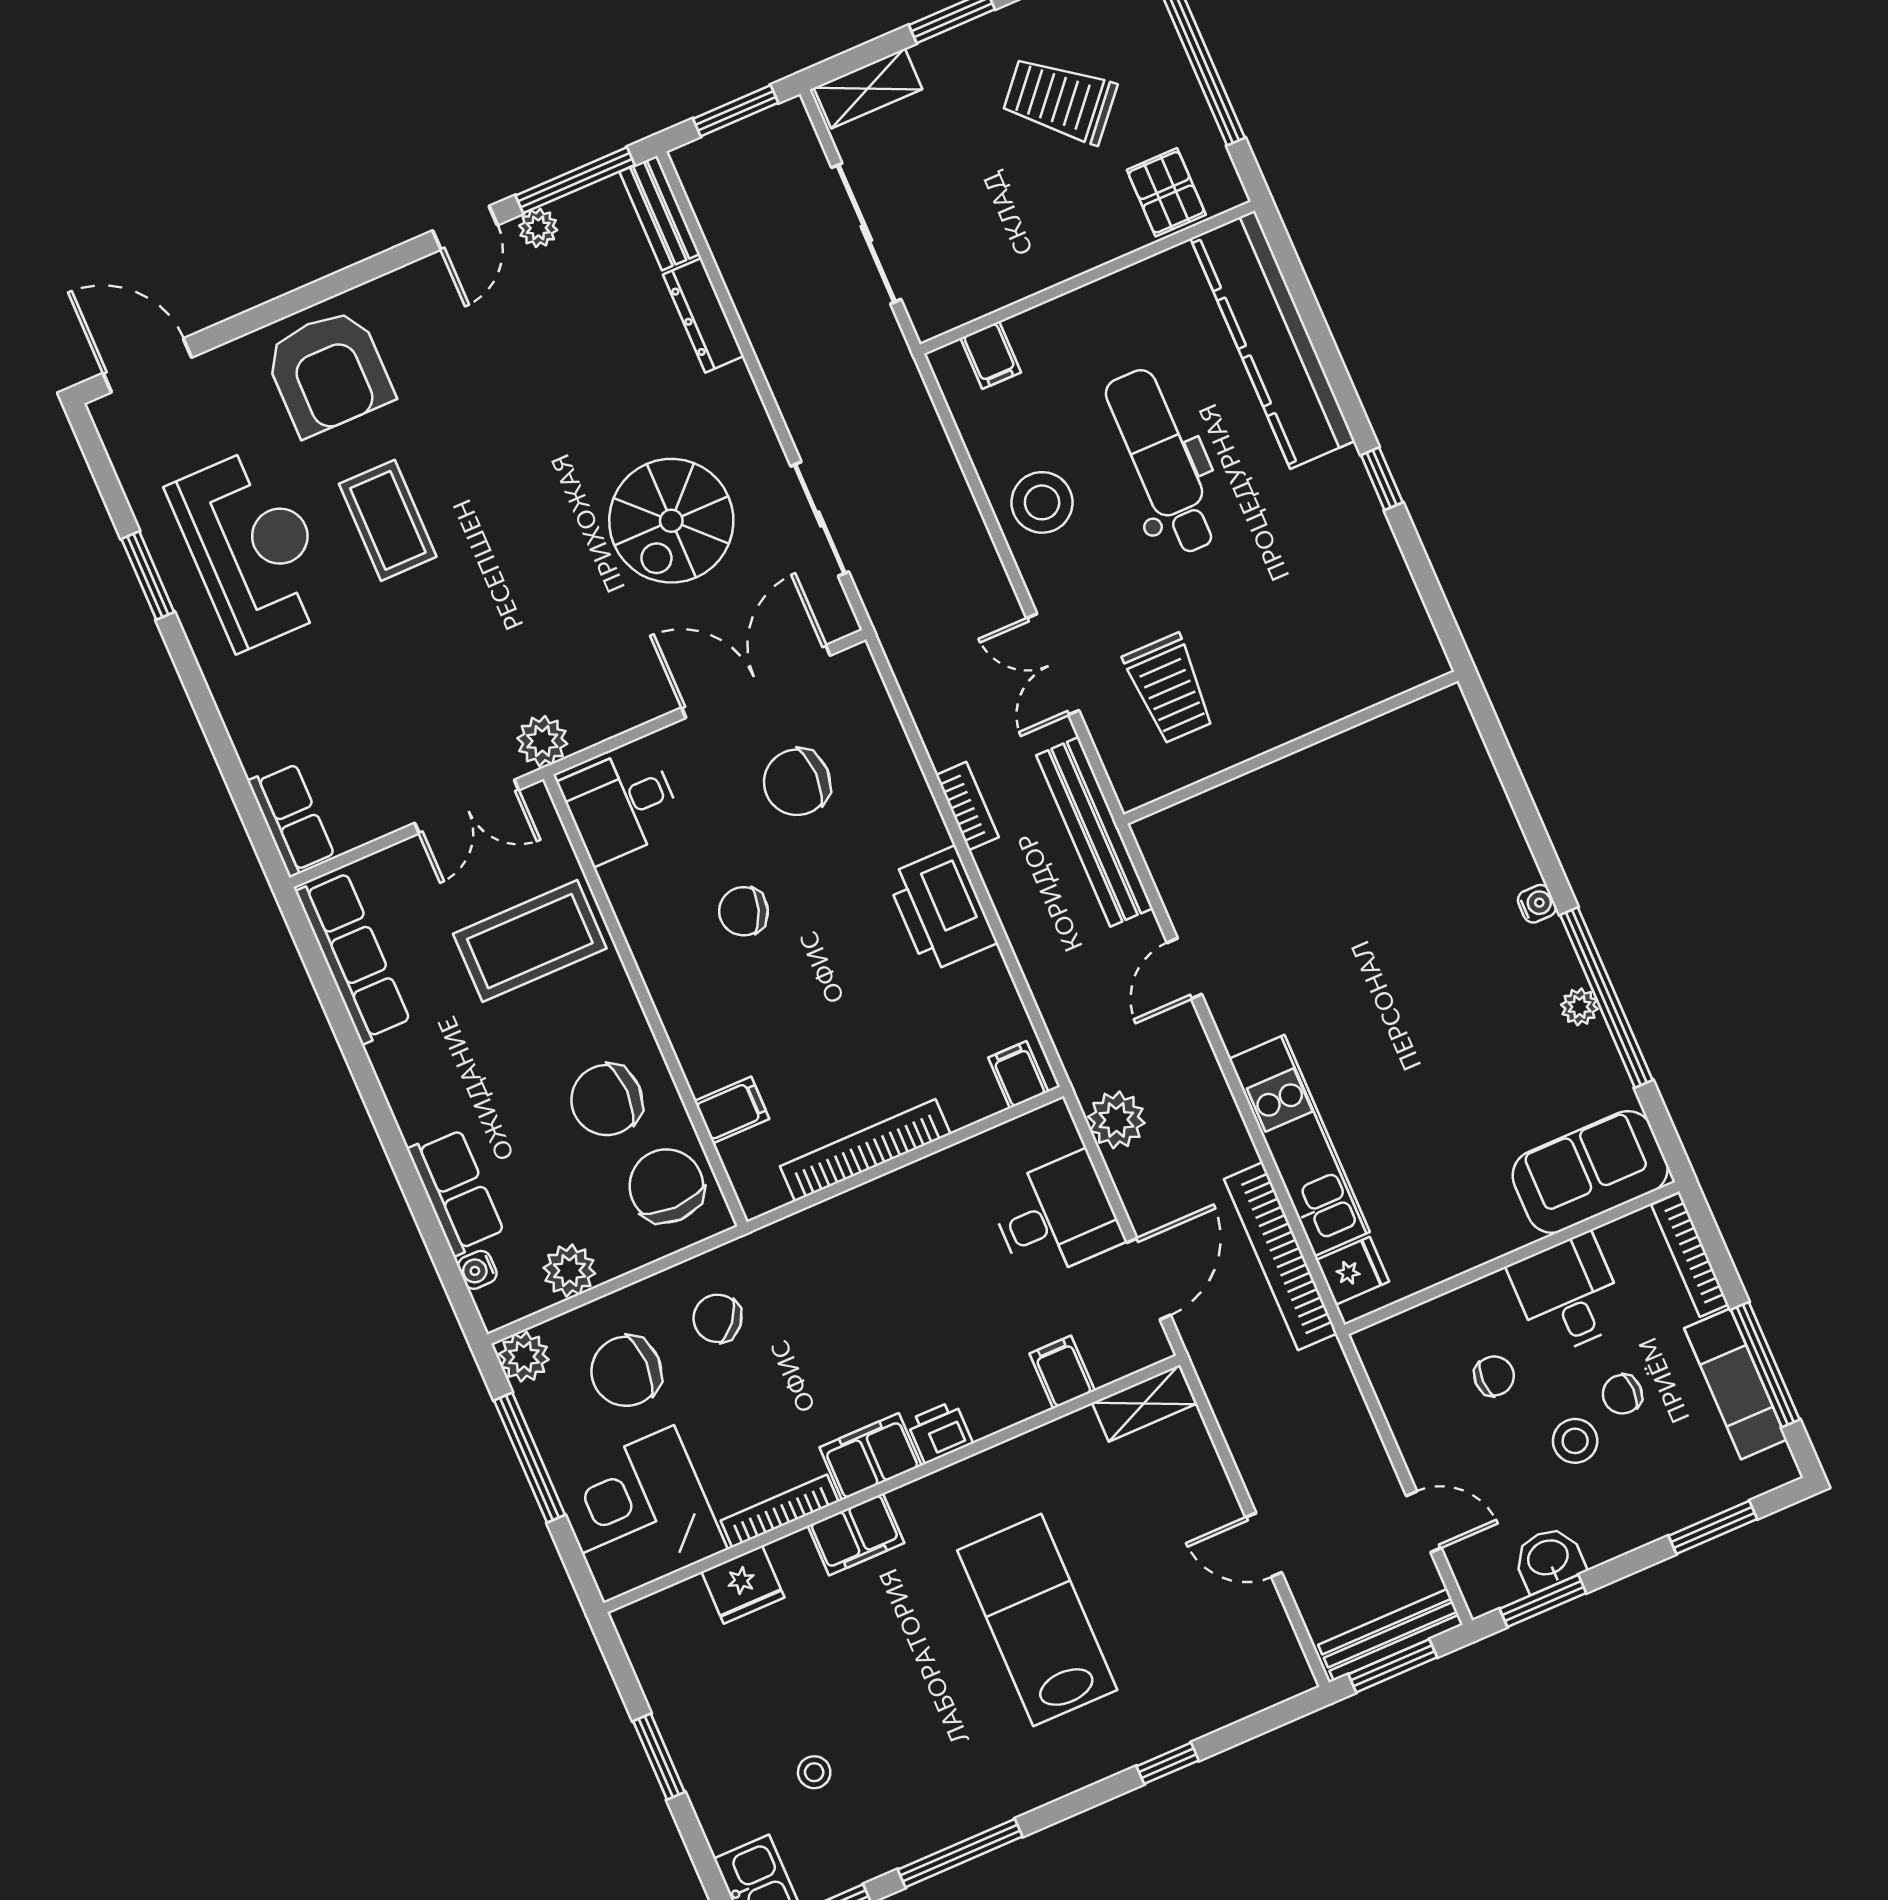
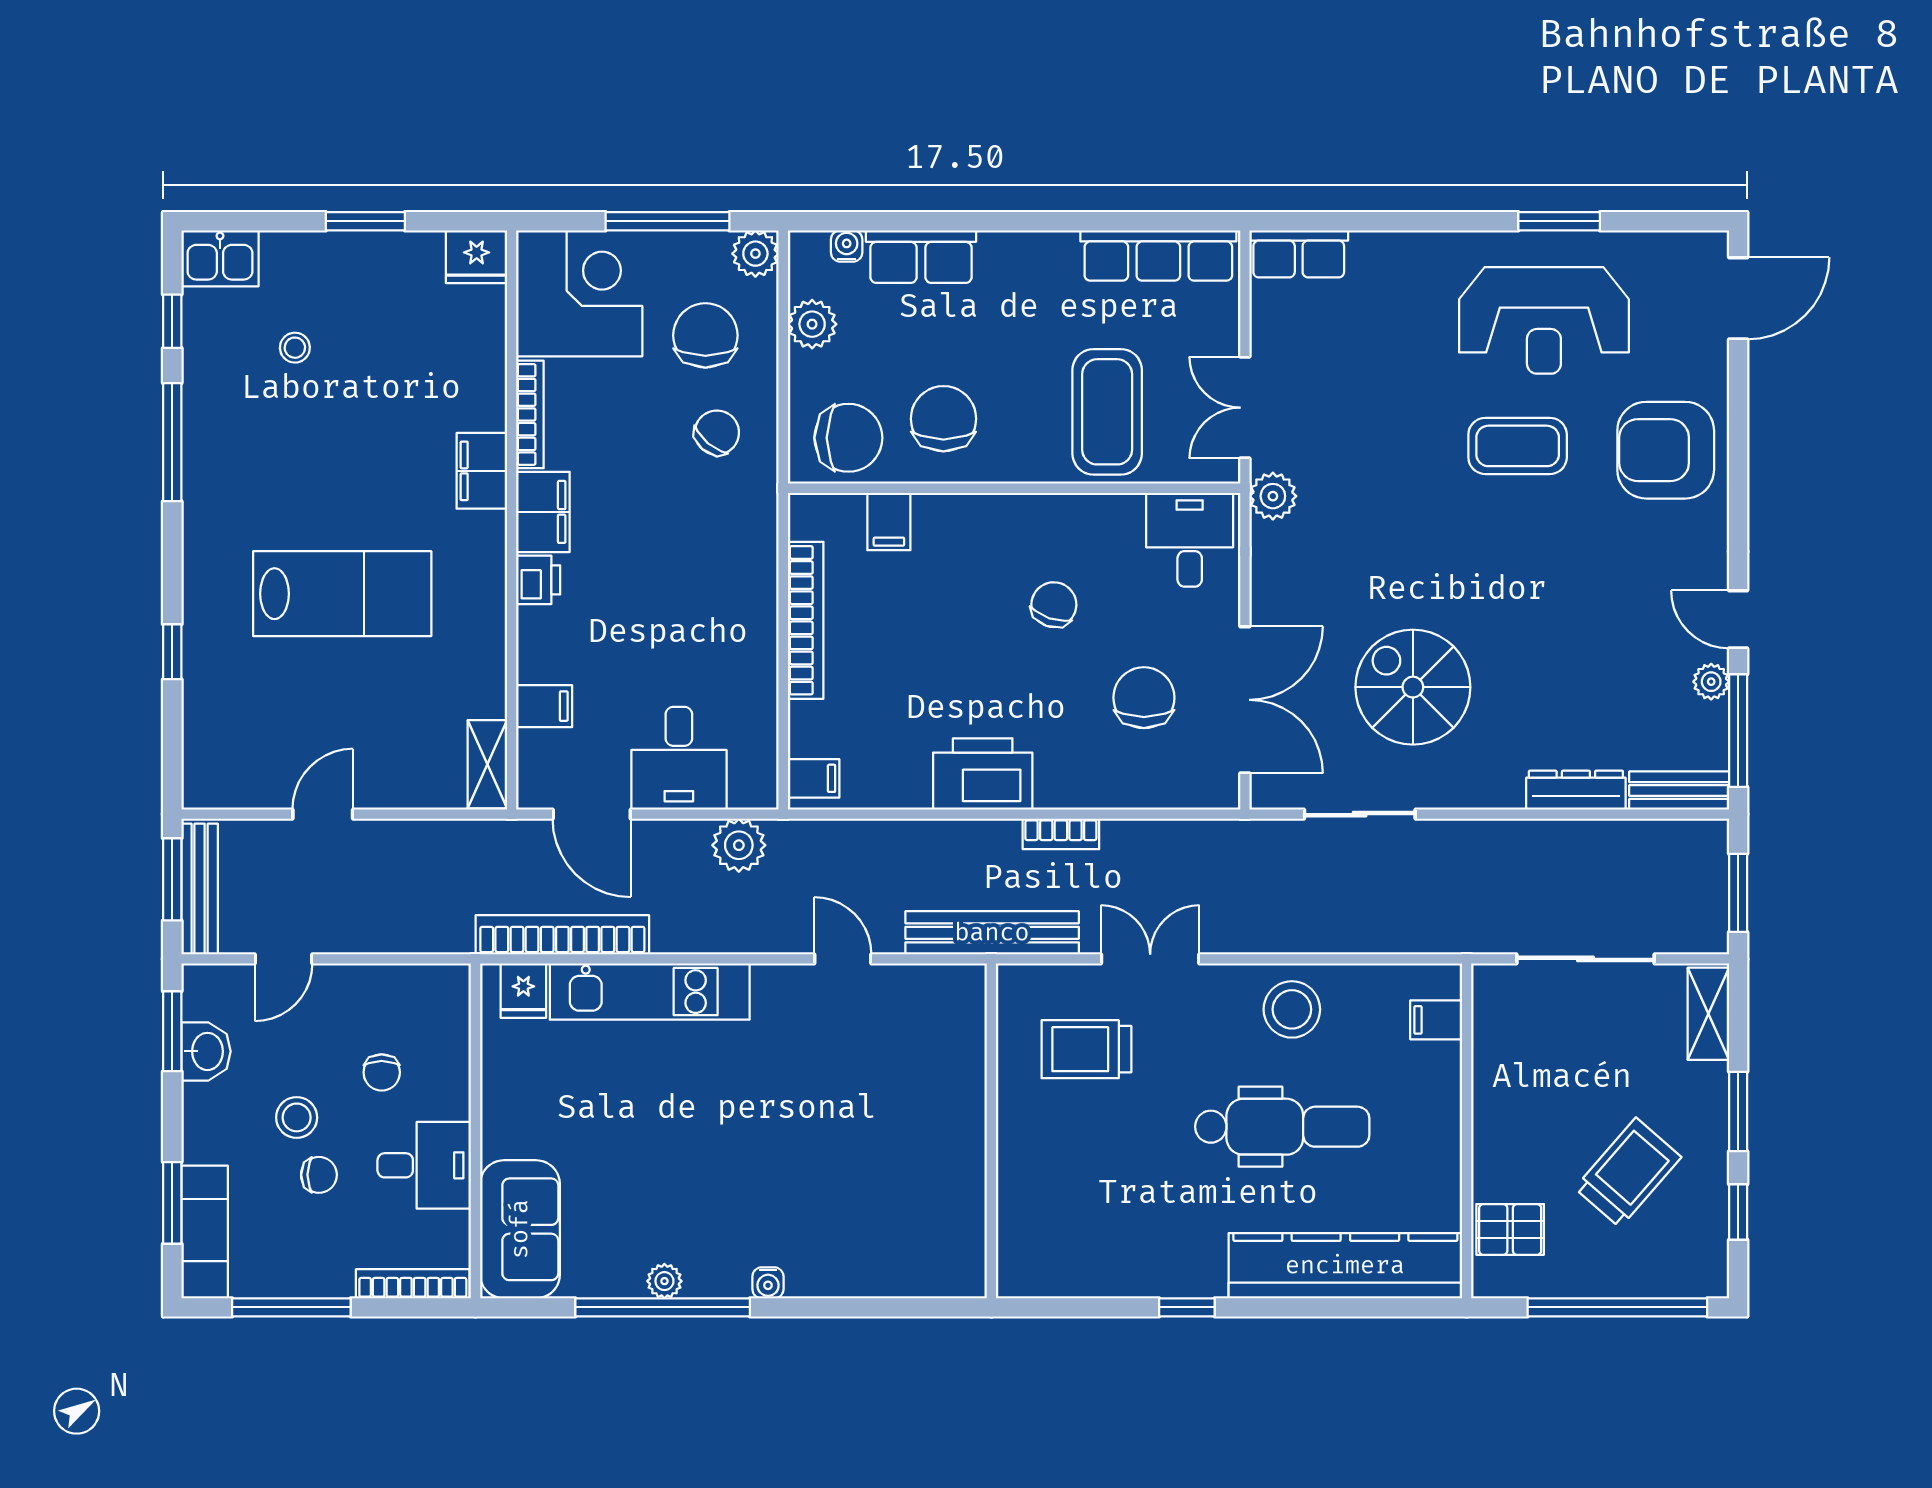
exam couch: (1736, 1384) -> (205, 1232), moved, turned 90
chair: (1622, 1394) -> (319, 1175), turned 90
fridge: (743, 1585) -> (477, 257), moved, turned -90

